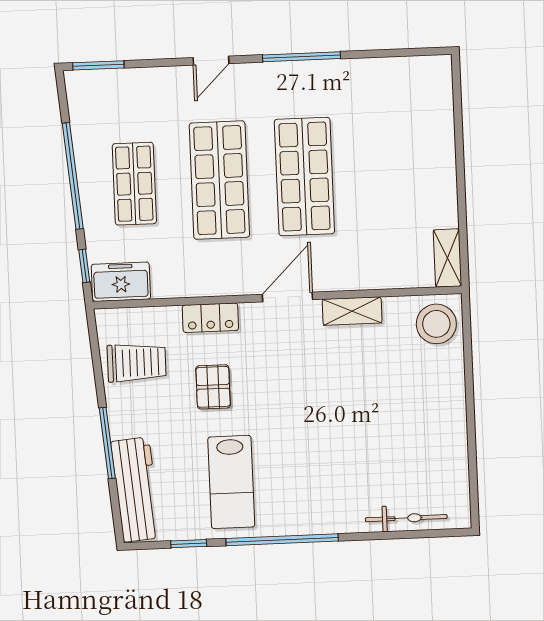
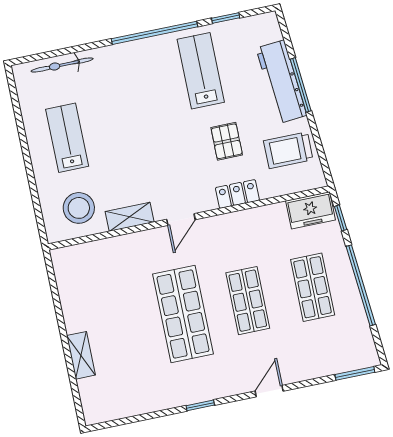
window: (301, 57) -> (200, 405), width x0.46
shop shelf: (219, 180) -> (248, 301), width x0.70, depth x0.74
shelving: (447, 258) -> (81, 355), moved
door: (287, 297) -> (181, 220), width x0.73
stool: (436, 324) -> (79, 208), moved
lab bench: (415, 425) -> (67, 138), added
workbench: (136, 490) -> (281, 82), moved

